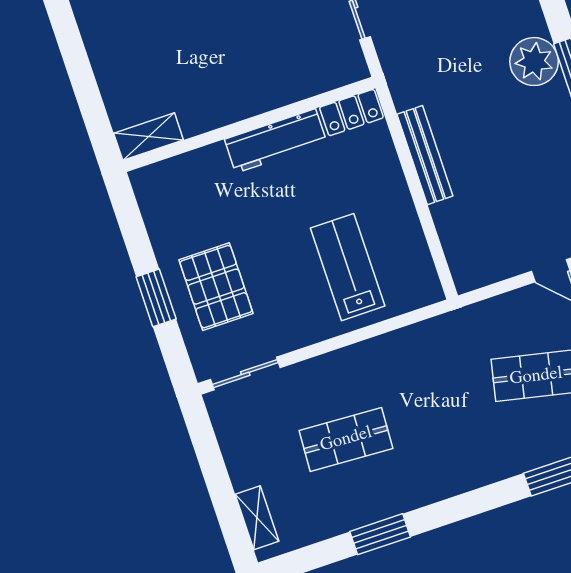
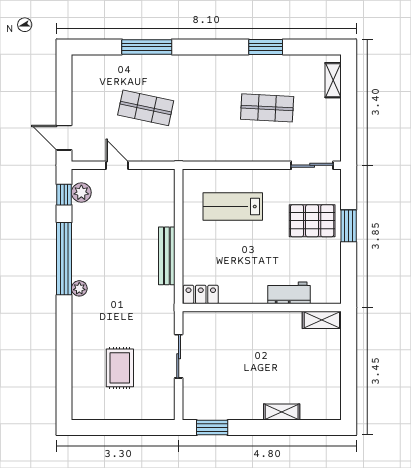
plant: (534, 62) -> (79, 288), width x0.53, depth x0.53
workbench: (276, 141) -> (289, 293), moved, width x0.73
lab bench: (348, 267) -> (233, 207), turned 90
pallet: (216, 287) -> (312, 221), turned 90

